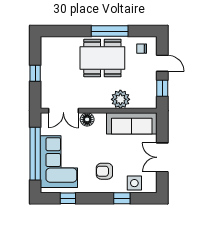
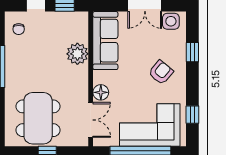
dining table: (102, 58) -> (38, 118), moved
armchair: (104, 171) -> (161, 72), turned -140
side table: (134, 183) -> (171, 21), moved

